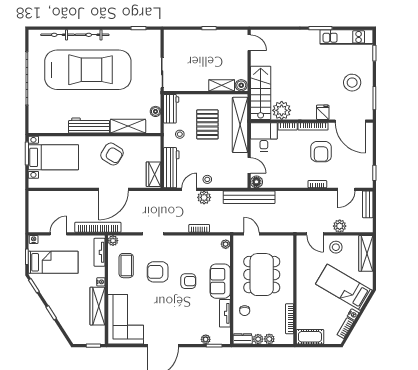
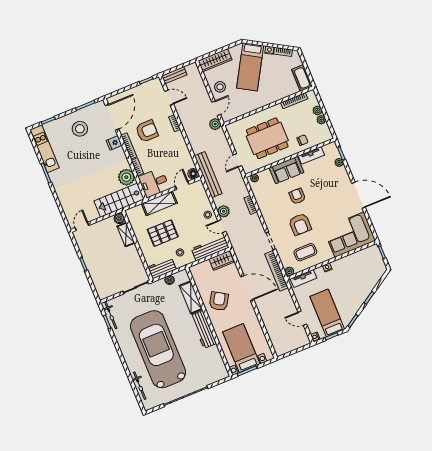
bicycle: (92, 35) -> (111, 315), moved
shelving: (240, 125) -> (159, 203), width x0.68
plant: (340, 226) -> (215, 124), moved
bookcase: (98, 227) -> (277, 271), moved
wardrobe: (98, 306) -> (348, 262), removed
dresser: (243, 339) -> (326, 132), removed

